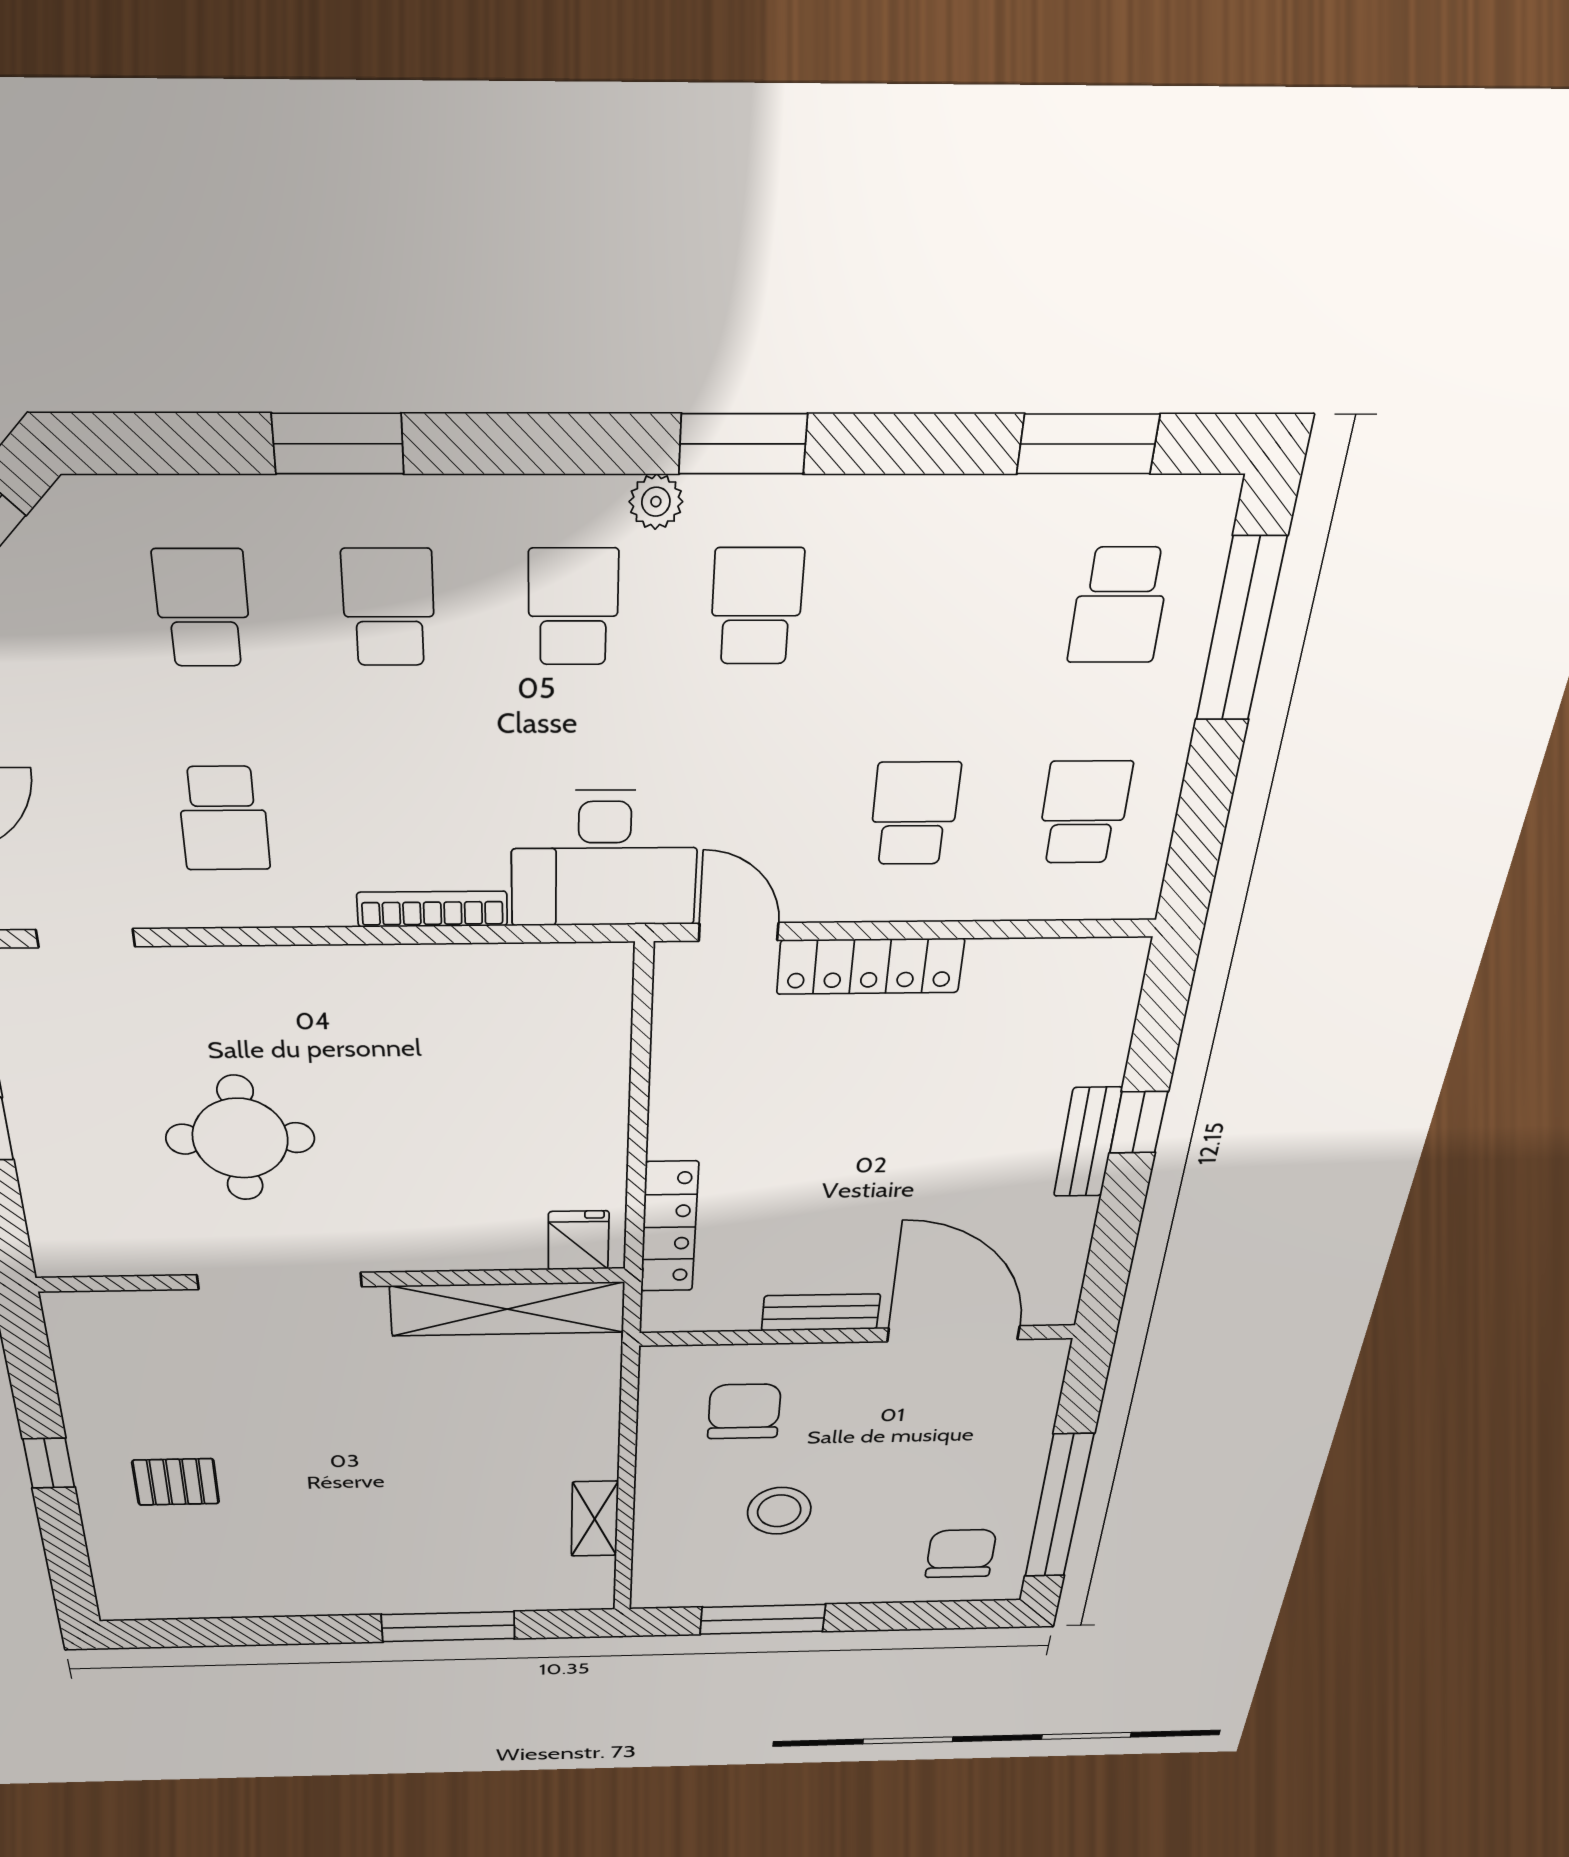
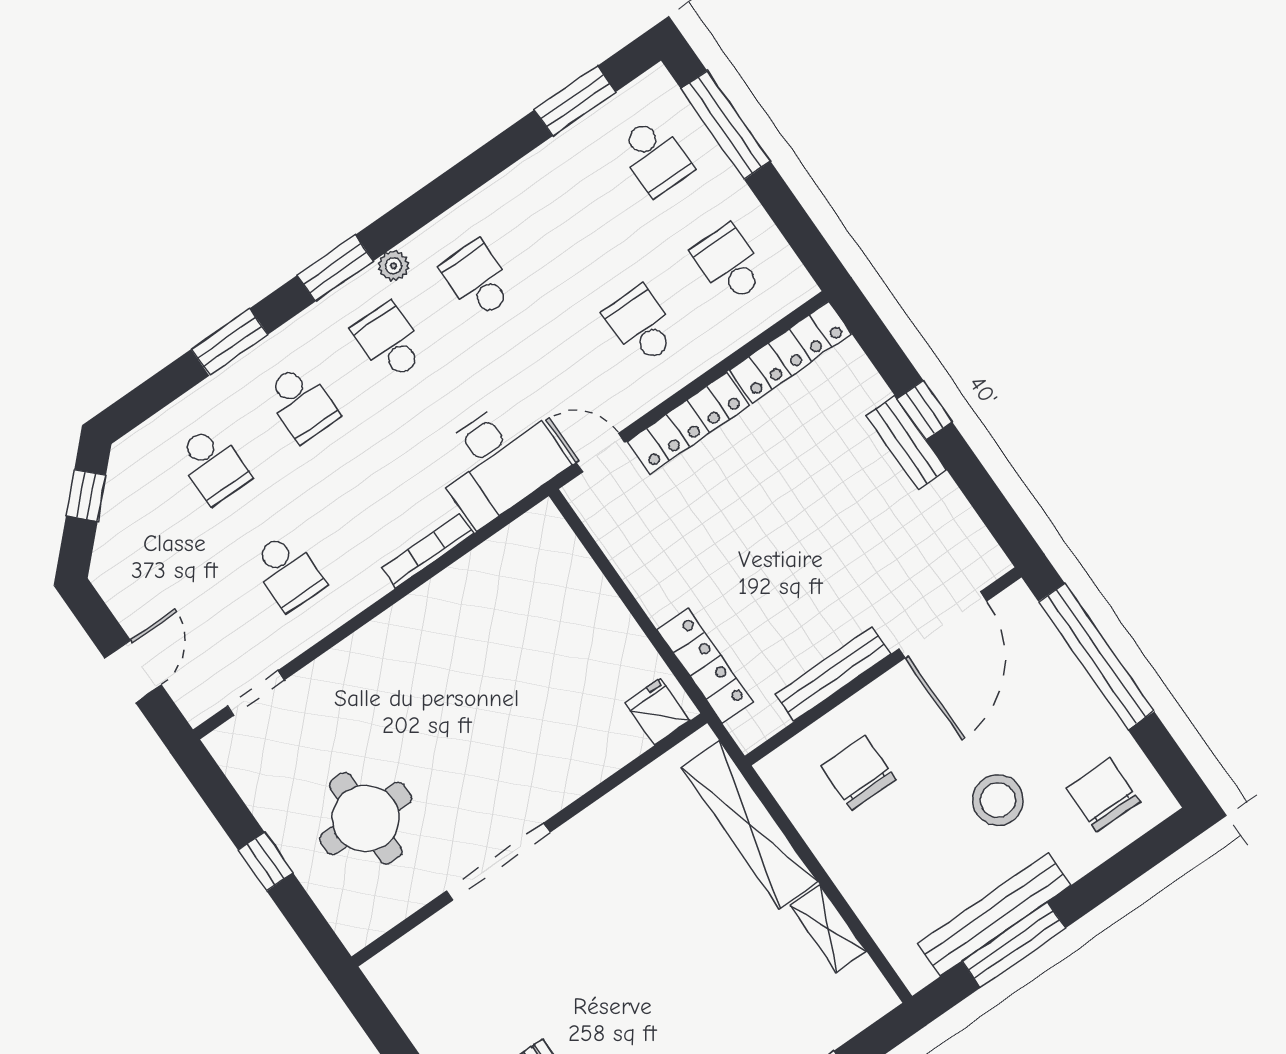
window: (743, 444) -> (335, 268), moved
school desk: (389, 607) -> (301, 403), turned 180
school desk: (203, 608) -> (213, 465), turned 180
locker: (1057, 964) -> (790, 352), added
round table: (240, 1138) -> (366, 818), moved
shelving: (508, 1309) -> (750, 825), moved, turned 90
bench: (821, 1312) -> (833, 674), width x1.36
door: (953, 1334) -> (943, 625), swing flipped
window: (1059, 1506) -> (1096, 657), moved
stool: (779, 1511) -> (998, 800), moved
bench: (767, 1589) -> (994, 915), added

